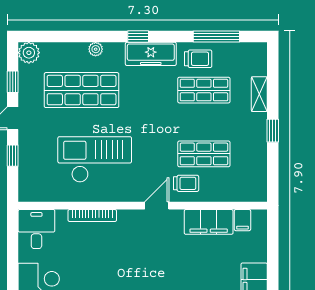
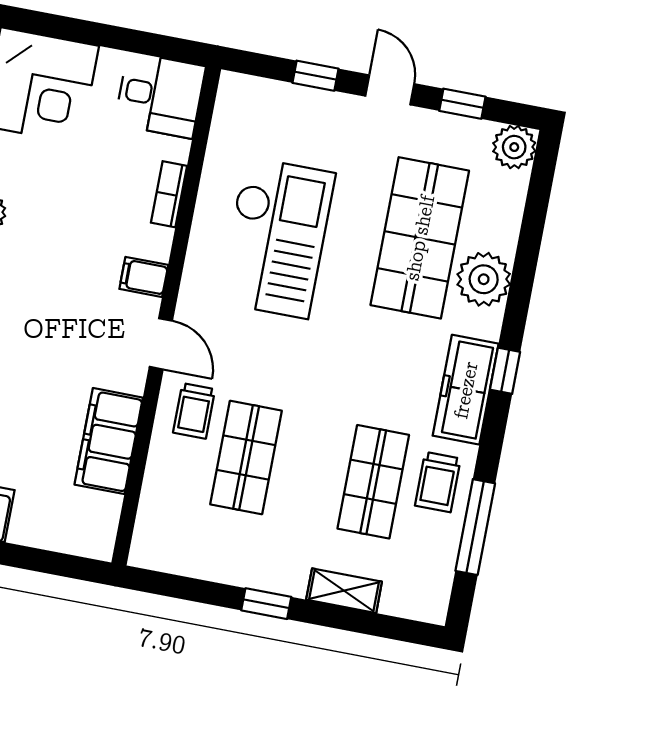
plant: (96, 49) -> (484, 279), width x1.88, depth x1.88
bookcase: (92, 215) -> (169, 194), width x0.64
filing cabinet: (242, 220) -> (144, 277), moved

